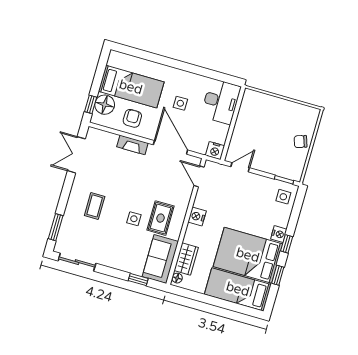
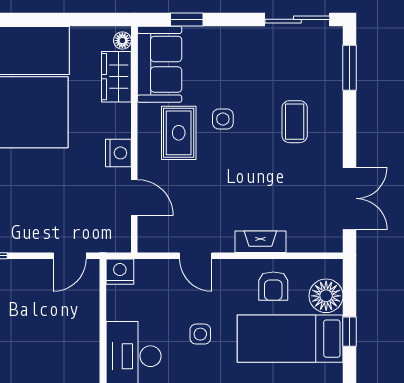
window: (91, 104) -> (350, 332), moved
door: (170, 147) -> (196, 256), width x0.53
door: (199, 176) -> (134, 197), moved

